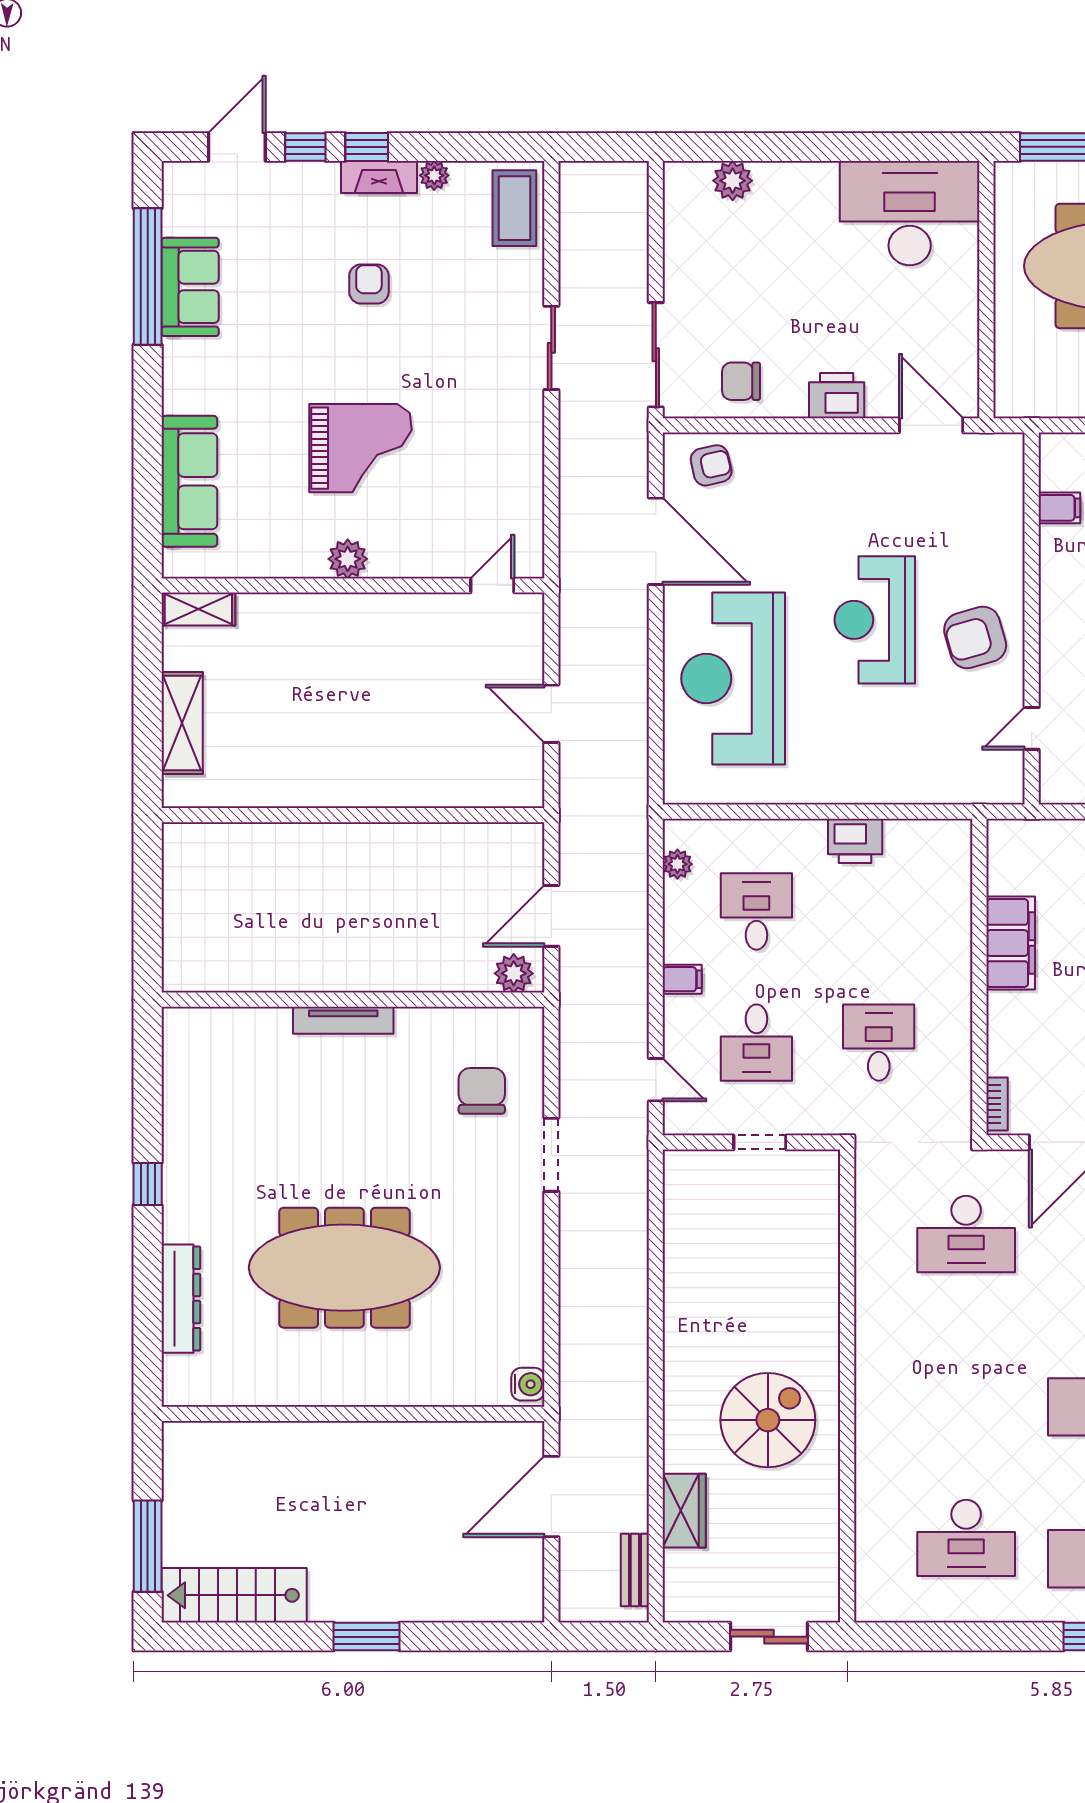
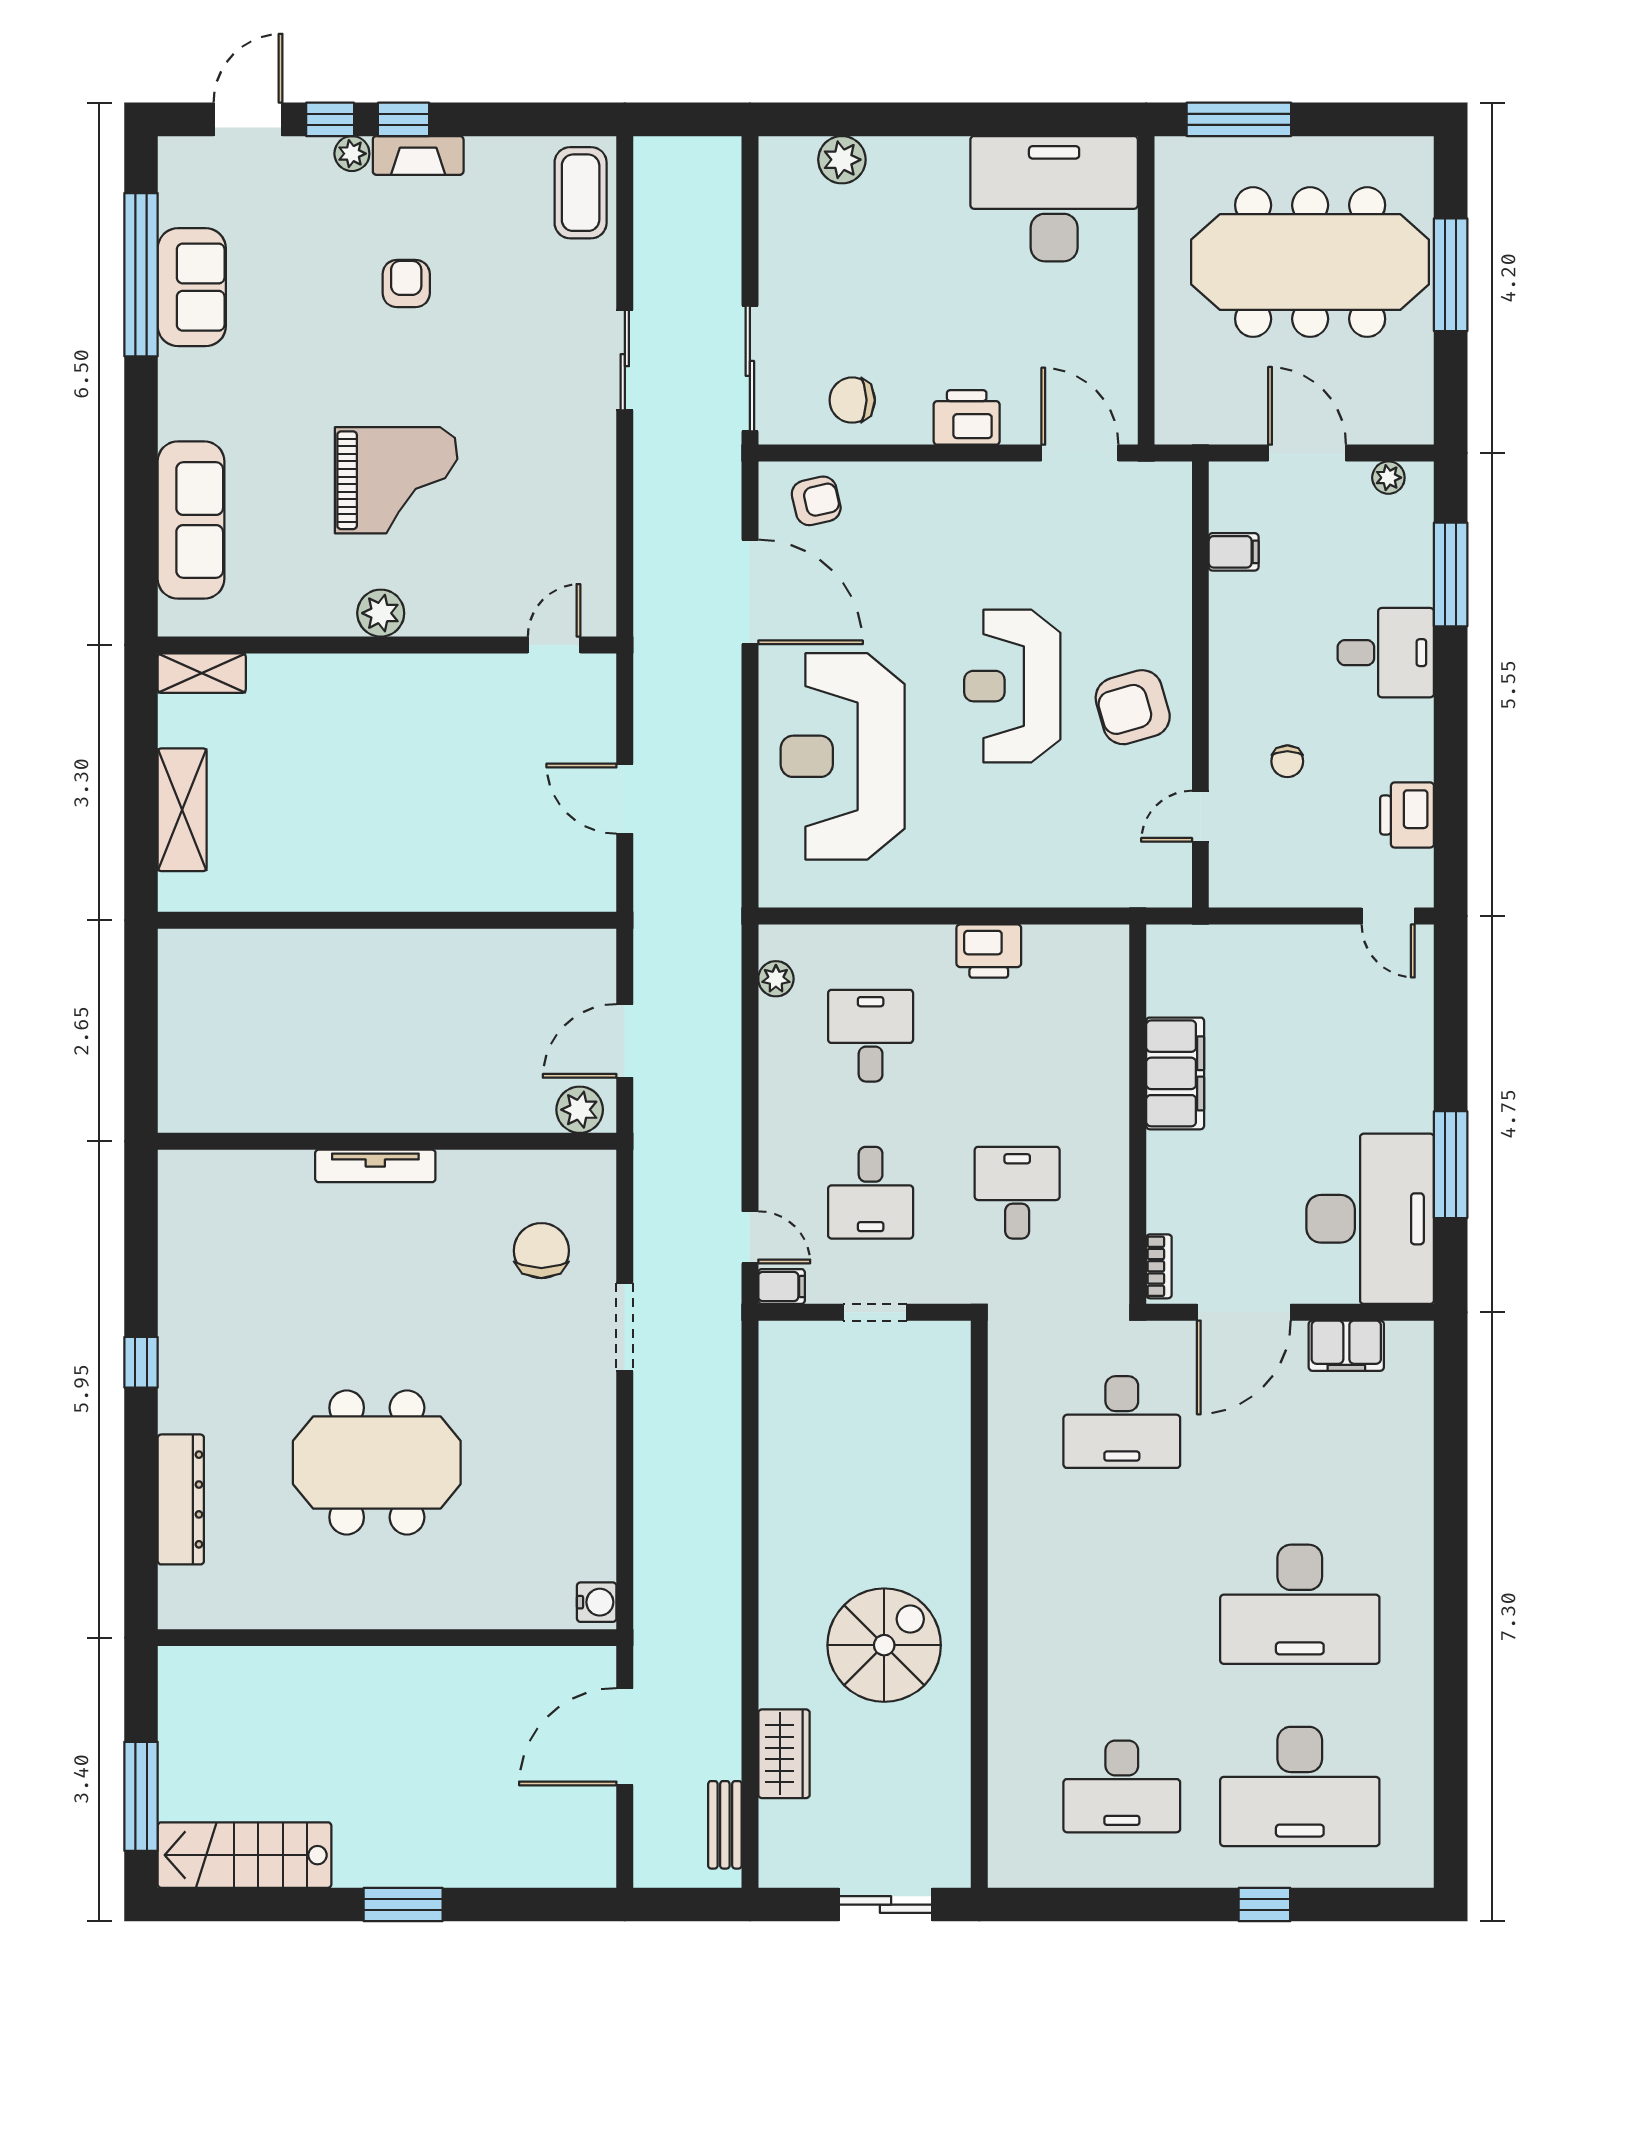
plant: (434, 175) -> (352, 154), moved
filing cabinet: (682, 979) -> (782, 1286), moved
meeting table: (344, 1268) -> (377, 1462), width x0.73

